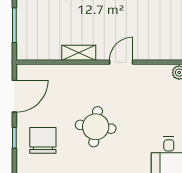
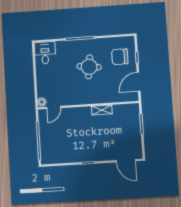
door: (121, 62) -> (54, 107), moved
chair: (43, 140) -> (120, 57), turned 90

